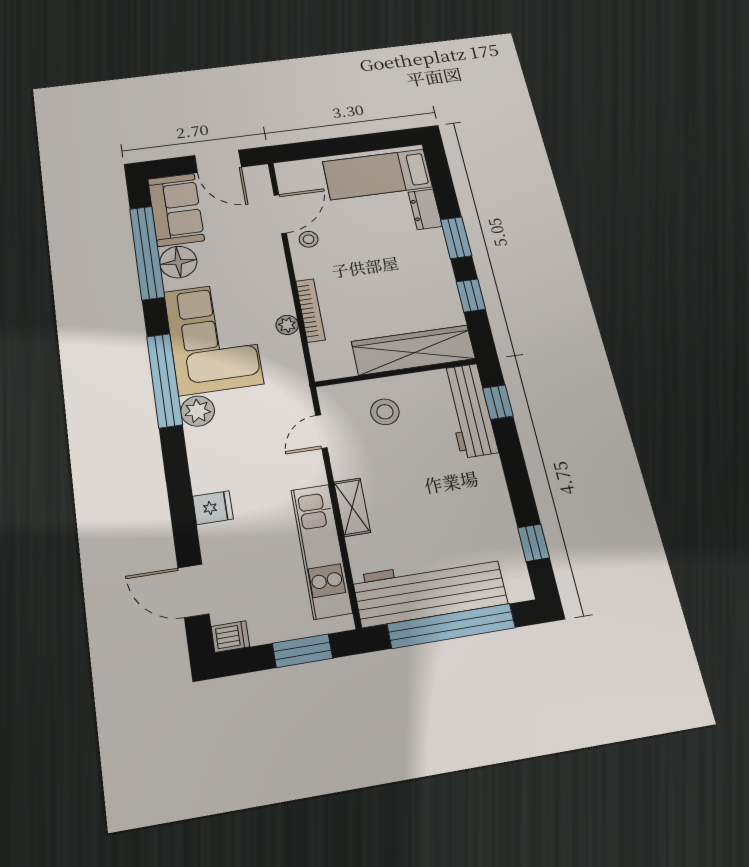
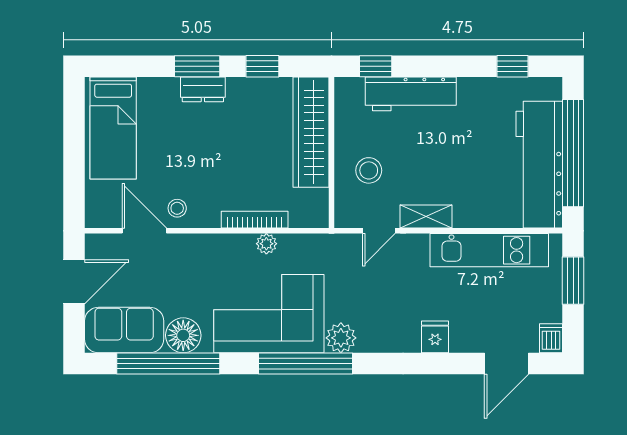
dresser: (425, 209) -> (203, 89), moved
workbench: (469, 410) -> (411, 94), moved
door: (321, 432) -> (379, 231), hinge flipped
shelving: (352, 507) -> (426, 216), moved

